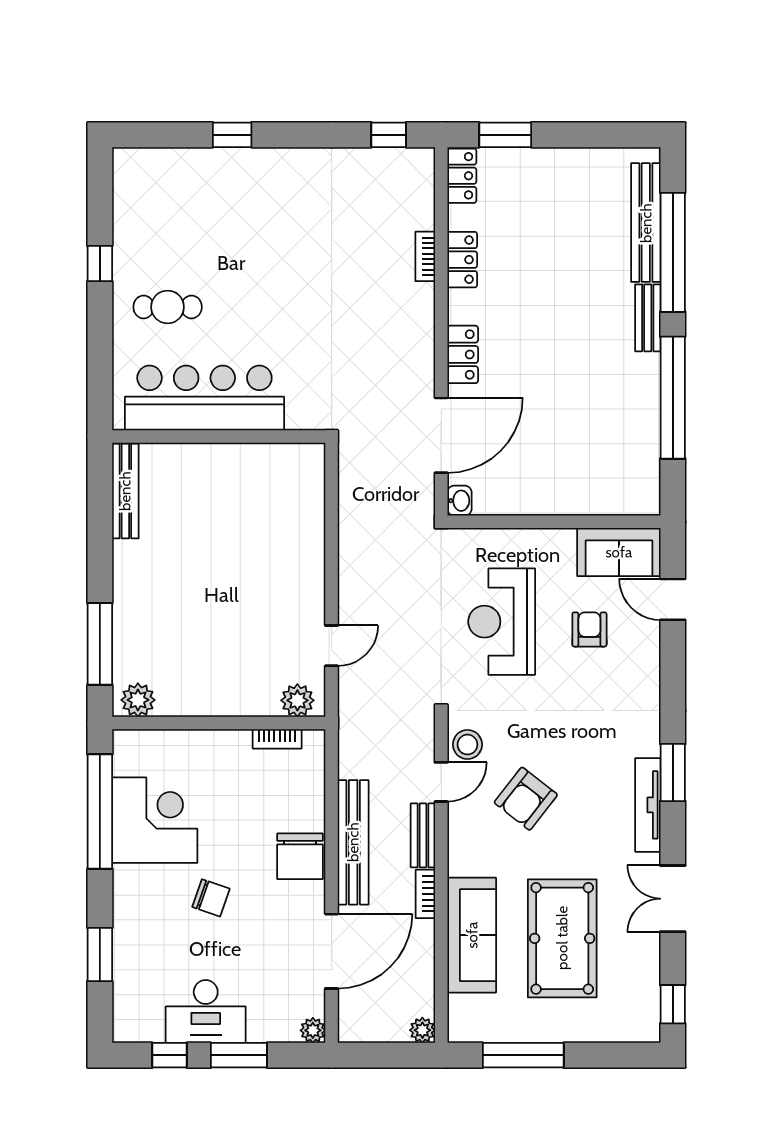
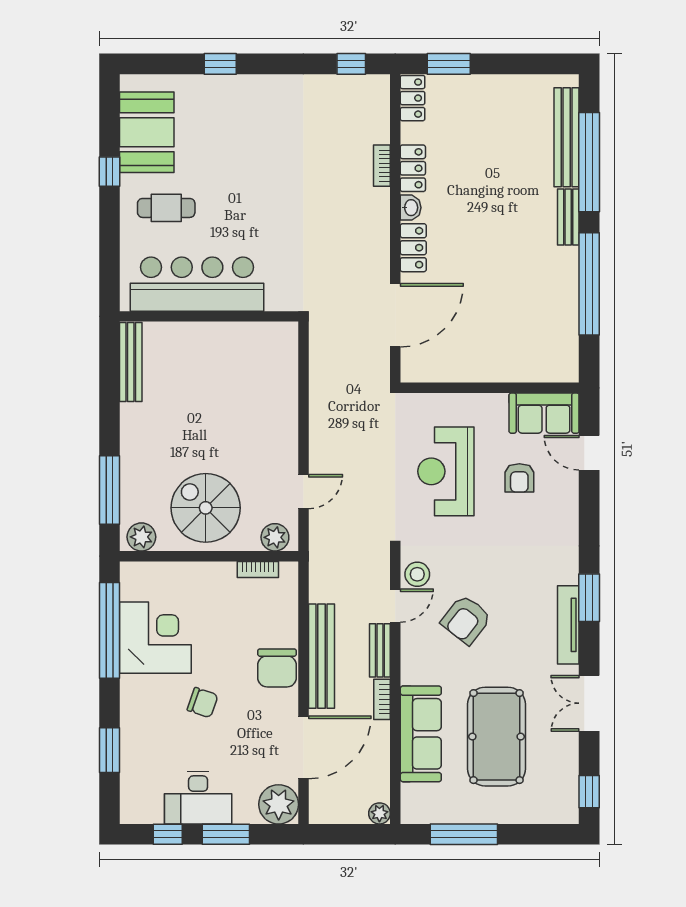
booth: (144, 217) -> (147, 132), added
washbasin: (460, 501) -> (411, 208), moved
armchair: (589, 629) -> (519, 478), turned 180
spiral stairs: (215, 665) -> (206, 508), added
plant: (313, 1030) -> (279, 804), width x1.87, depth x1.87

